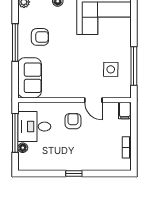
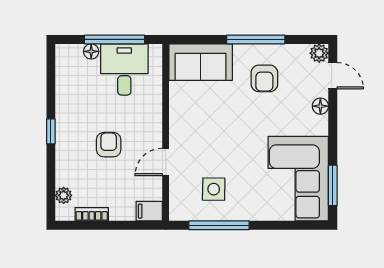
armchair: (73, 121) -> (109, 145), moved, turned -90
plant: (115, 165) -> (64, 195), added

